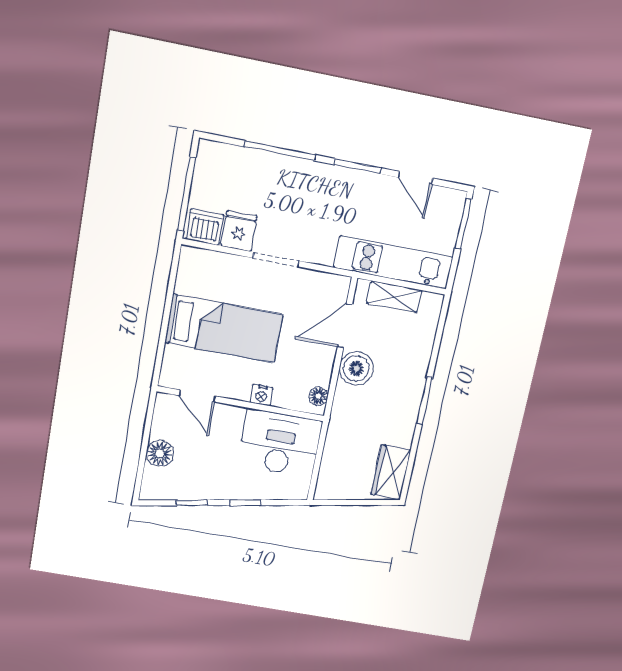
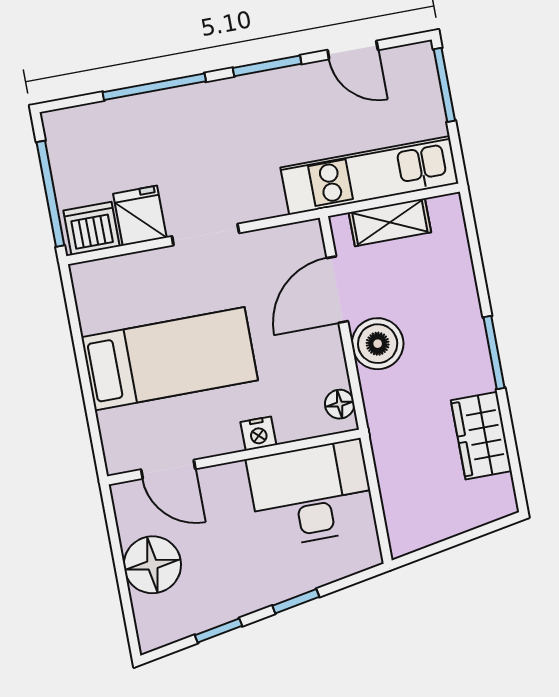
floor lamp: (160, 453) -> (152, 565), width x1.38, depth x1.38
wardrobe: (391, 472) -> (481, 436), moved

